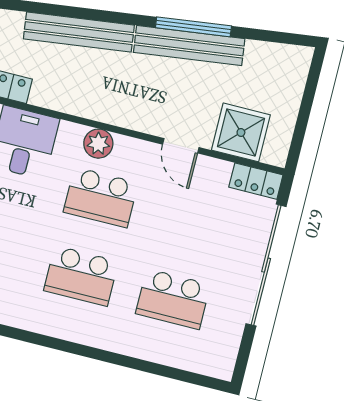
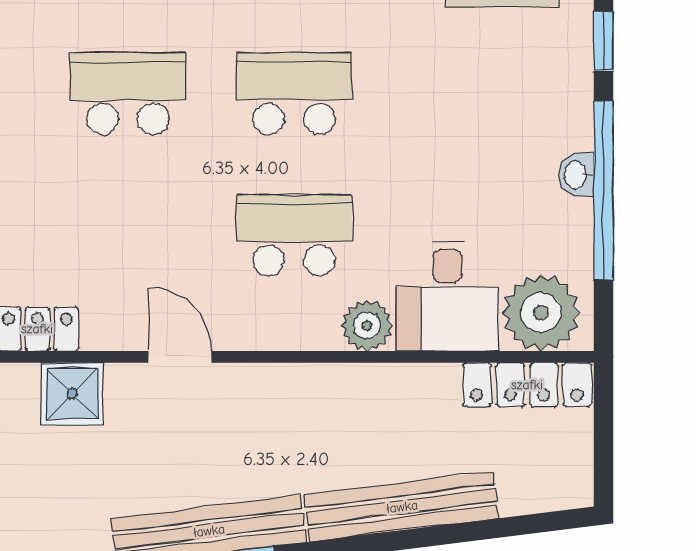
shower: (241, 132) -> (72, 394), width x0.73, depth x0.73
plant: (98, 144) -> (367, 326), moved

